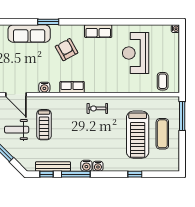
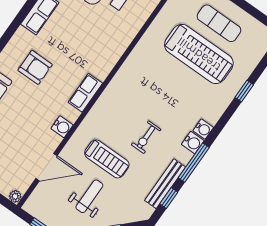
armchair: (67, 50) -> (35, 67), turned -151
exercise bike: (97, 108) -> (146, 137), moved
weight bench: (17, 130) -> (89, 196), turned 180

